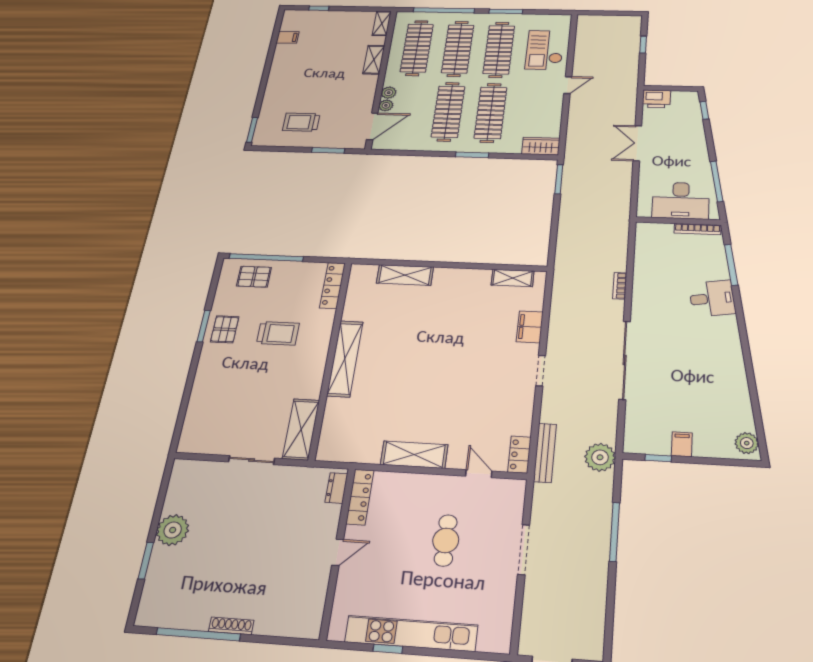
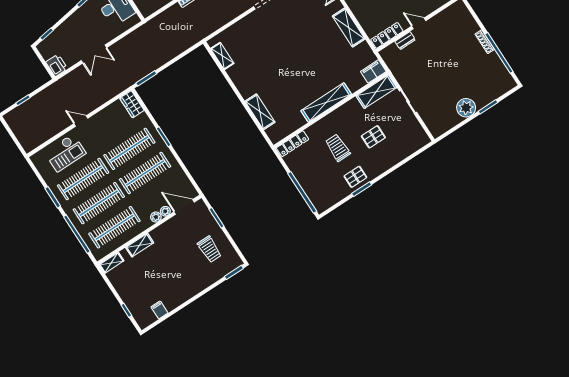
pallet: (254, 277) -> (373, 137), moved, turned 90
filing cabinet: (530, 327) -> (373, 71), moved, turned 180
dresser: (336, 488) -> (405, 41), moved

